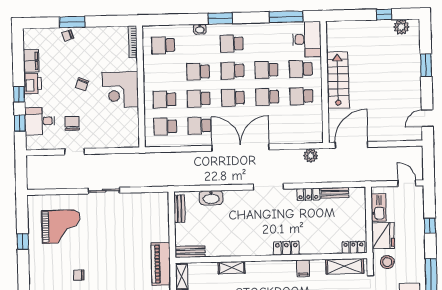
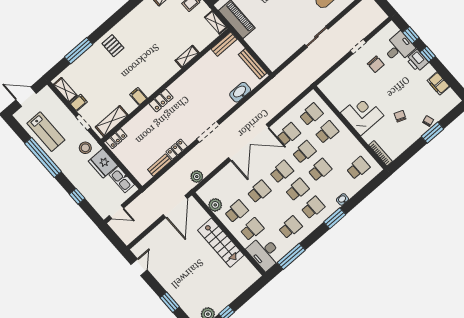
school desk: (266, 70) -> (290, 227), moved
printer: (33, 83) -> (417, 61), moved
chair: (82, 84) -> (400, 116), moved
plant: (315, 117) -> (215, 205), added
bench: (179, 209) -> (253, 64), width x1.36

